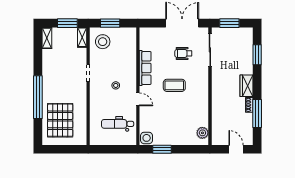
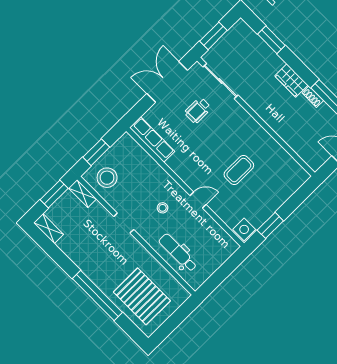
row of seats: (145, 68) -> (152, 139), moved
coffee table: (174, 85) -> (239, 170), moved
dental chair: (118, 124) -> (178, 253), moved, turned 90
plant: (202, 133) -> (294, 170), removed

